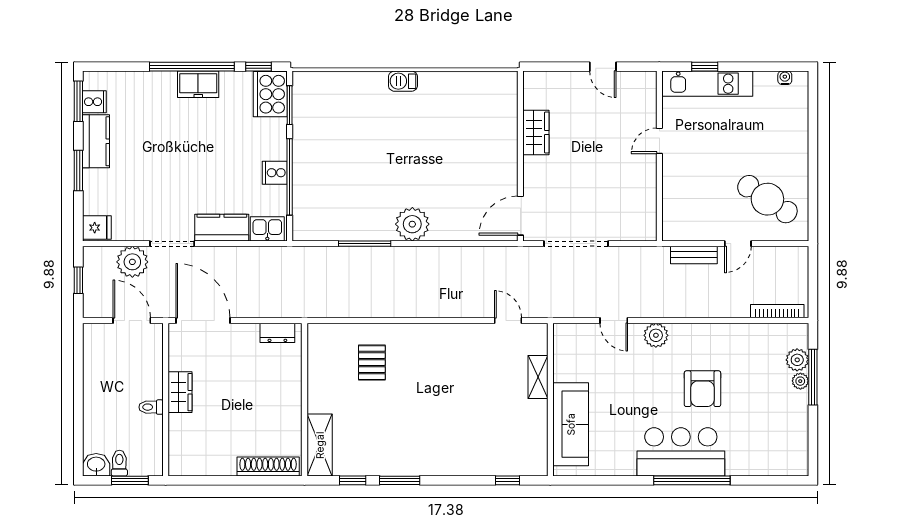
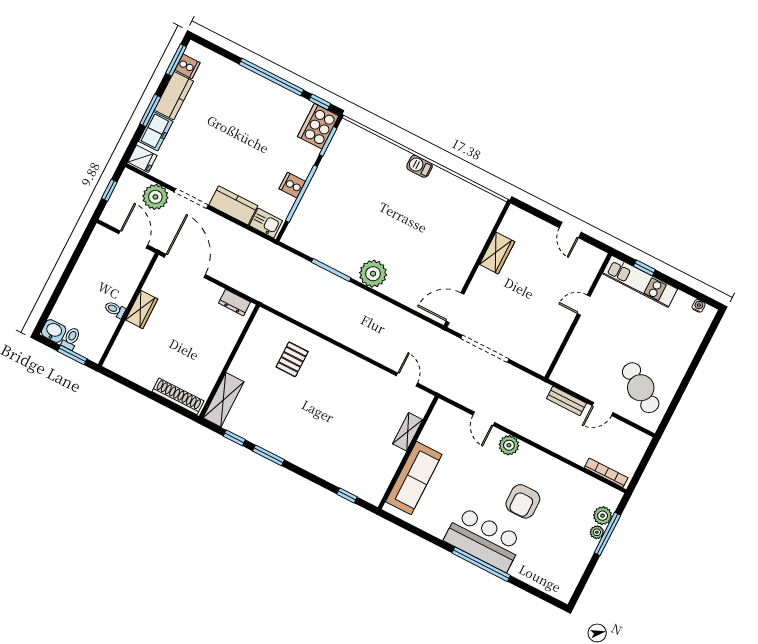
freezer: (198, 84) -> (156, 131), moved, turned -90

